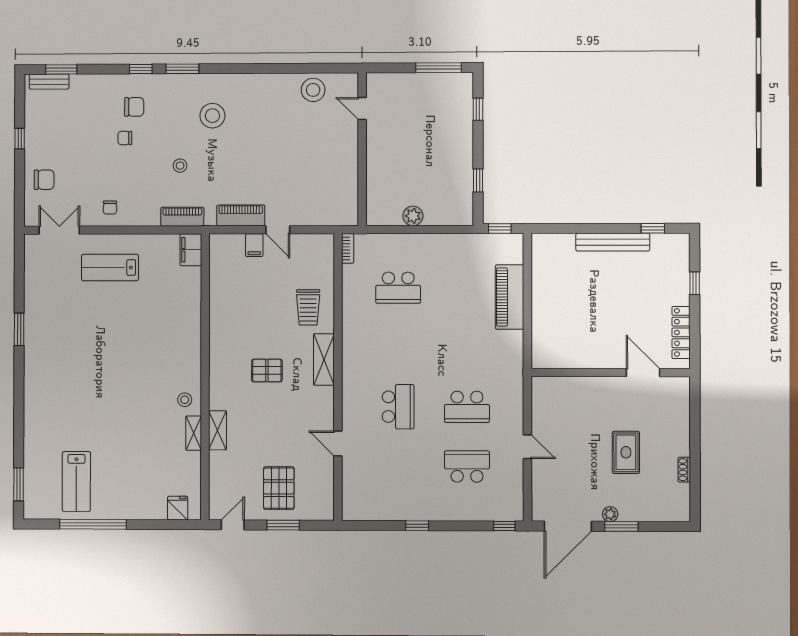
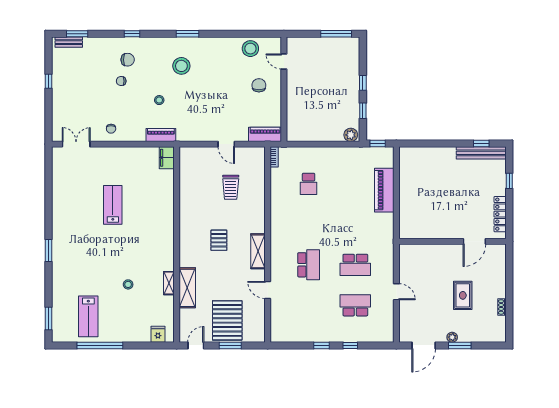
window: (182, 69) -> (187, 34), moved
window: (478, 109) -> (363, 83), moved
chair: (44, 180) -> (259, 85), moved, turned -90
piano: (241, 215) -> (265, 134), moved
plant: (413, 216) -> (351, 135), moved
bench: (613, 242) -> (481, 153), moved
filing cabinet: (254, 245) -> (210, 155), removed
lab bench: (110, 268) -> (113, 205), moved, turned 90
school desk: (398, 288) -> (309, 184), width x0.54
trolley: (308, 307) -> (231, 187), moved
window: (19, 329) -> (48, 251), moved
shelving: (324, 359) -> (258, 251), moved
pallet: (267, 371) -> (219, 240), turned 90
door: (643, 373) -> (474, 241), swing flipped
stool: (185, 400) -> (128, 284), moved
shelving: (217, 430) -> (187, 288), width x1.50, depth x1.33
pallet: (279, 488) -> (227, 320), width x1.37, depth x1.41
window: (504, 526) -> (350, 346), moved
door: (568, 526) -> (424, 346), width x0.73

